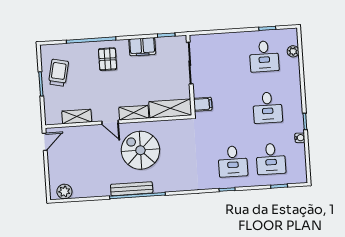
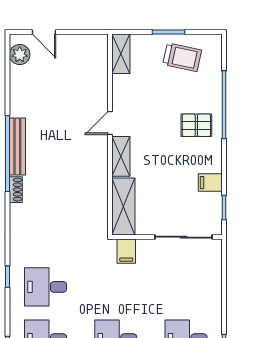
filing cabinet: (142, 47) -> (210, 183), width x0.50
shelving: (77, 117) -> (121, 54), moved
door: (45, 142) -> (44, 32), moved
spiral stairs: (140, 150) -> (69, 162), removed
shoe rack: (163, 188) -> (16, 190), added

